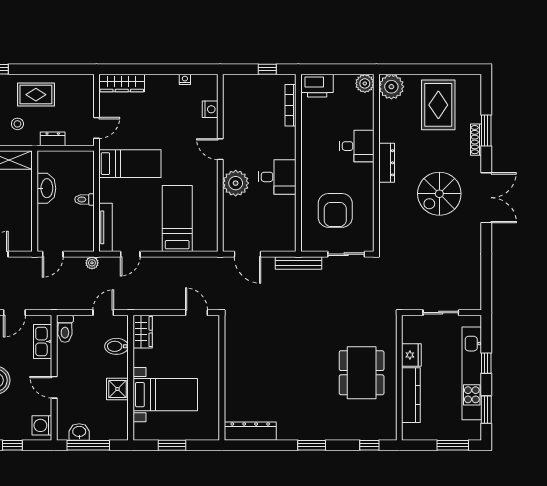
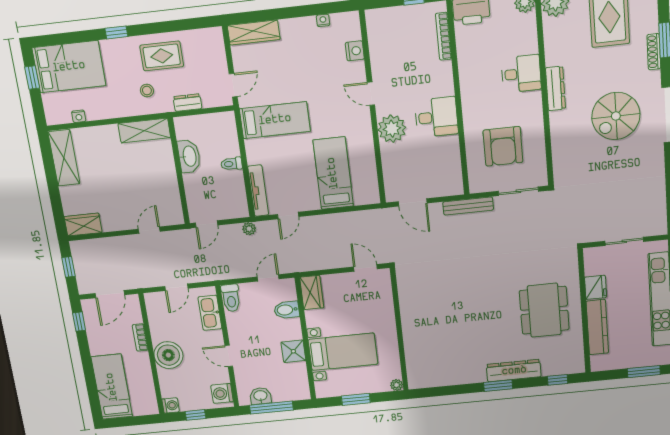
dresser: (250, 431) -> (514, 371), moved
plant: (213, 434) -> (397, 385), added

